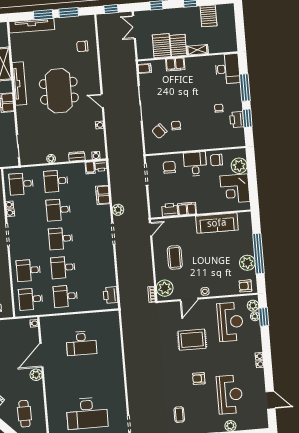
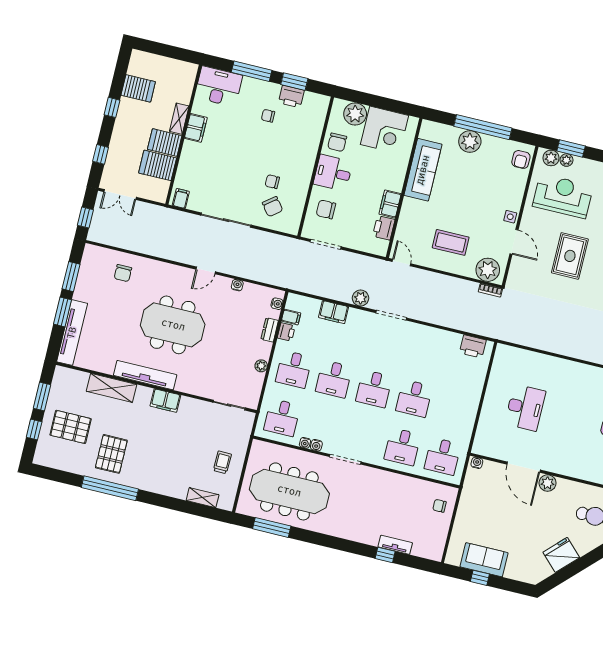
filing cabinet: (175, 64) -> (196, 128), moved
printer: (101, 166) -> (286, 332), moved
plant: (247, 263) -> (470, 141), moved
desk: (65, 296) -> (454, 408), removed

